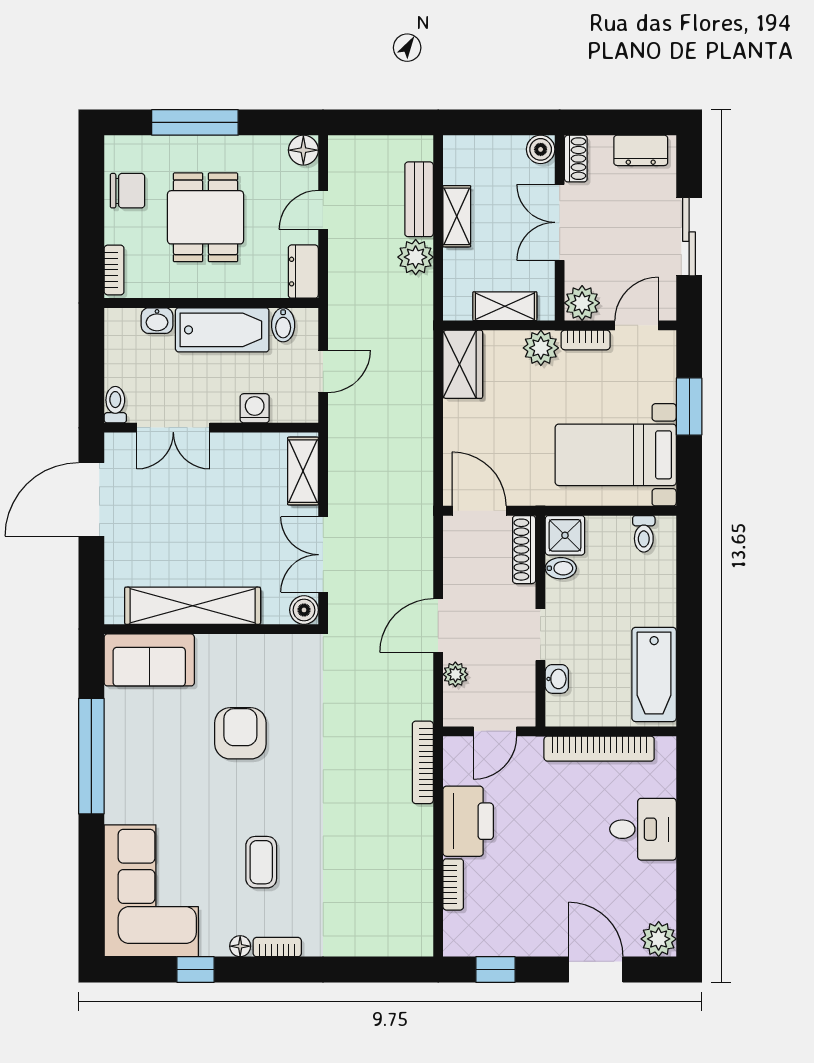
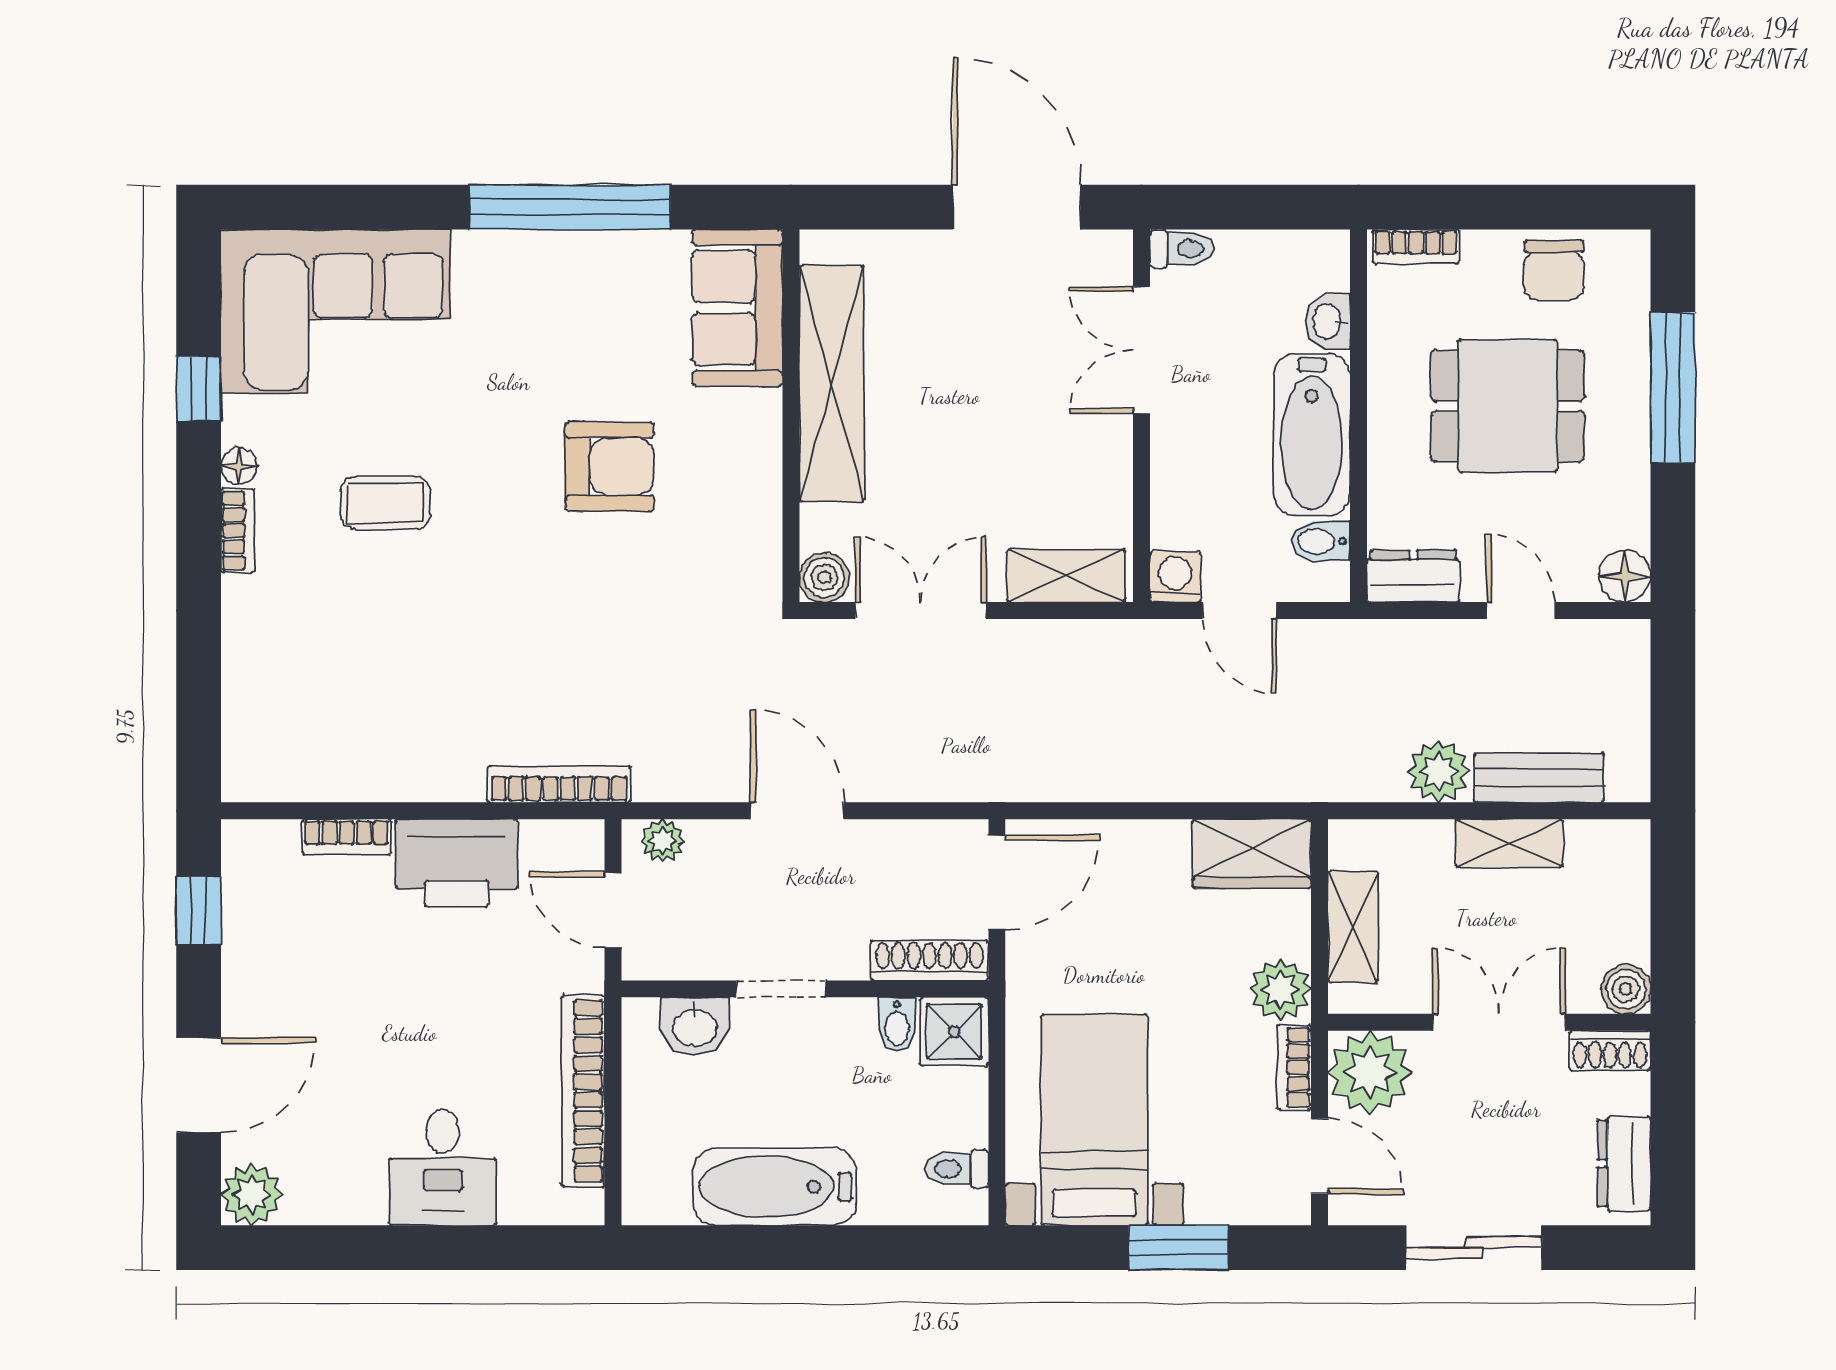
plant: (582, 303) -> (1370, 1072), width x1.36, depth x1.36
washing machine: (255, 408) -> (1175, 577), moved, turned -90
plant: (455, 674) -> (663, 841), moved
bathtub: (654, 674) -> (775, 1187), moved
washbasin: (557, 679) -> (695, 1026), width x1.38, depth x1.45

